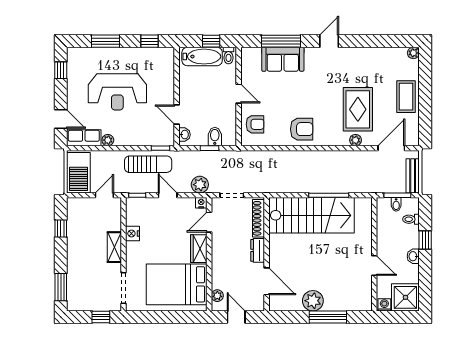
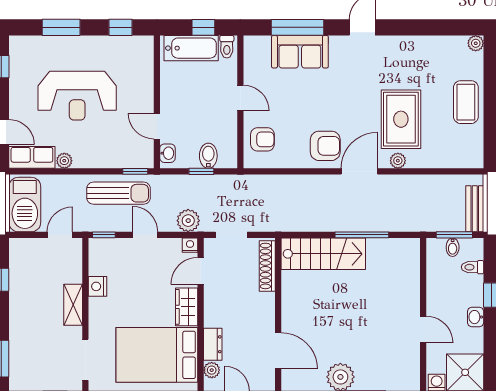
door: (391, 148) -> (359, 171), moved
stairs: (311, 215) -> (323, 254), width x0.73, depth x0.66
dresser: (258, 250) -> (213, 344), moved, turned 180

